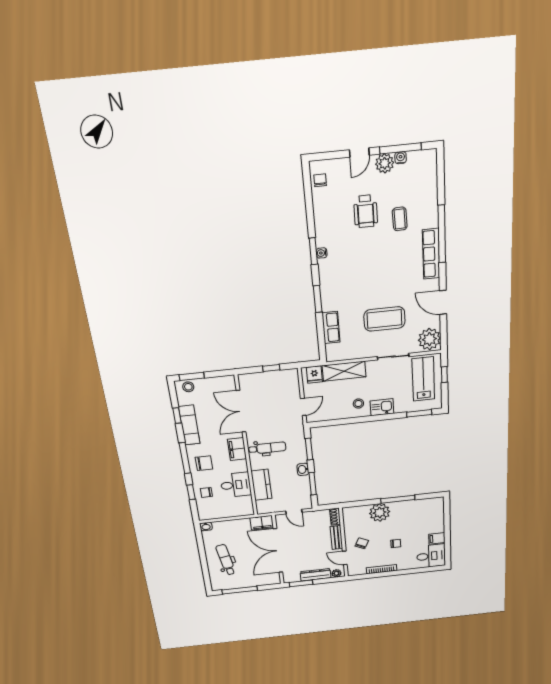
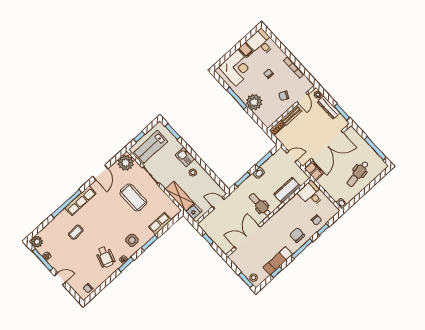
plant: (385, 163) -> (37, 242), moved
wheelchair: (366, 211) -> (105, 257), moved, turned 108
side table: (337, 280) -> (132, 240), added
double door: (241, 411) -> (247, 237), swing flipped
filing cabinet: (237, 449) -> (274, 222), removed
desk: (236, 485) -> (311, 194), moved
door: (294, 512) -> (292, 157), hinge flipped
corner desk: (428, 519) -> (237, 68), added

